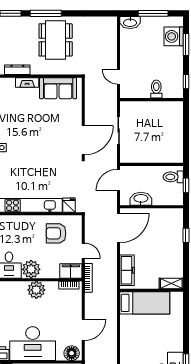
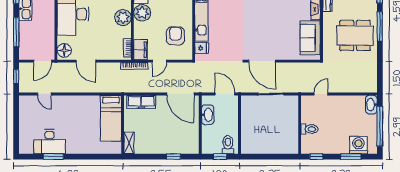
window: (153, 13) -> (380, 126), width x1.46

